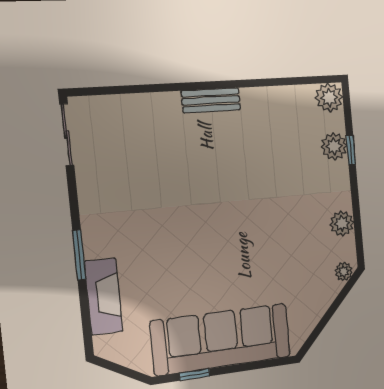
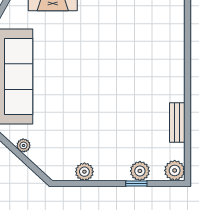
bench: (211, 100) -> (177, 123), moved
plant: (344, 272) -> (24, 145), moved

